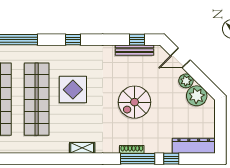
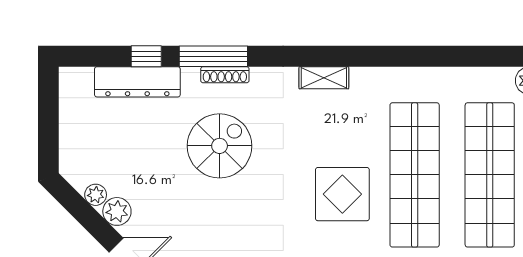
plant: (197, 96) -> (96, 195), width x0.53, depth x0.53
spiral stairs: (135, 102) -> (220, 146), moved
dresser: (194, 146) -> (137, 82), moved

